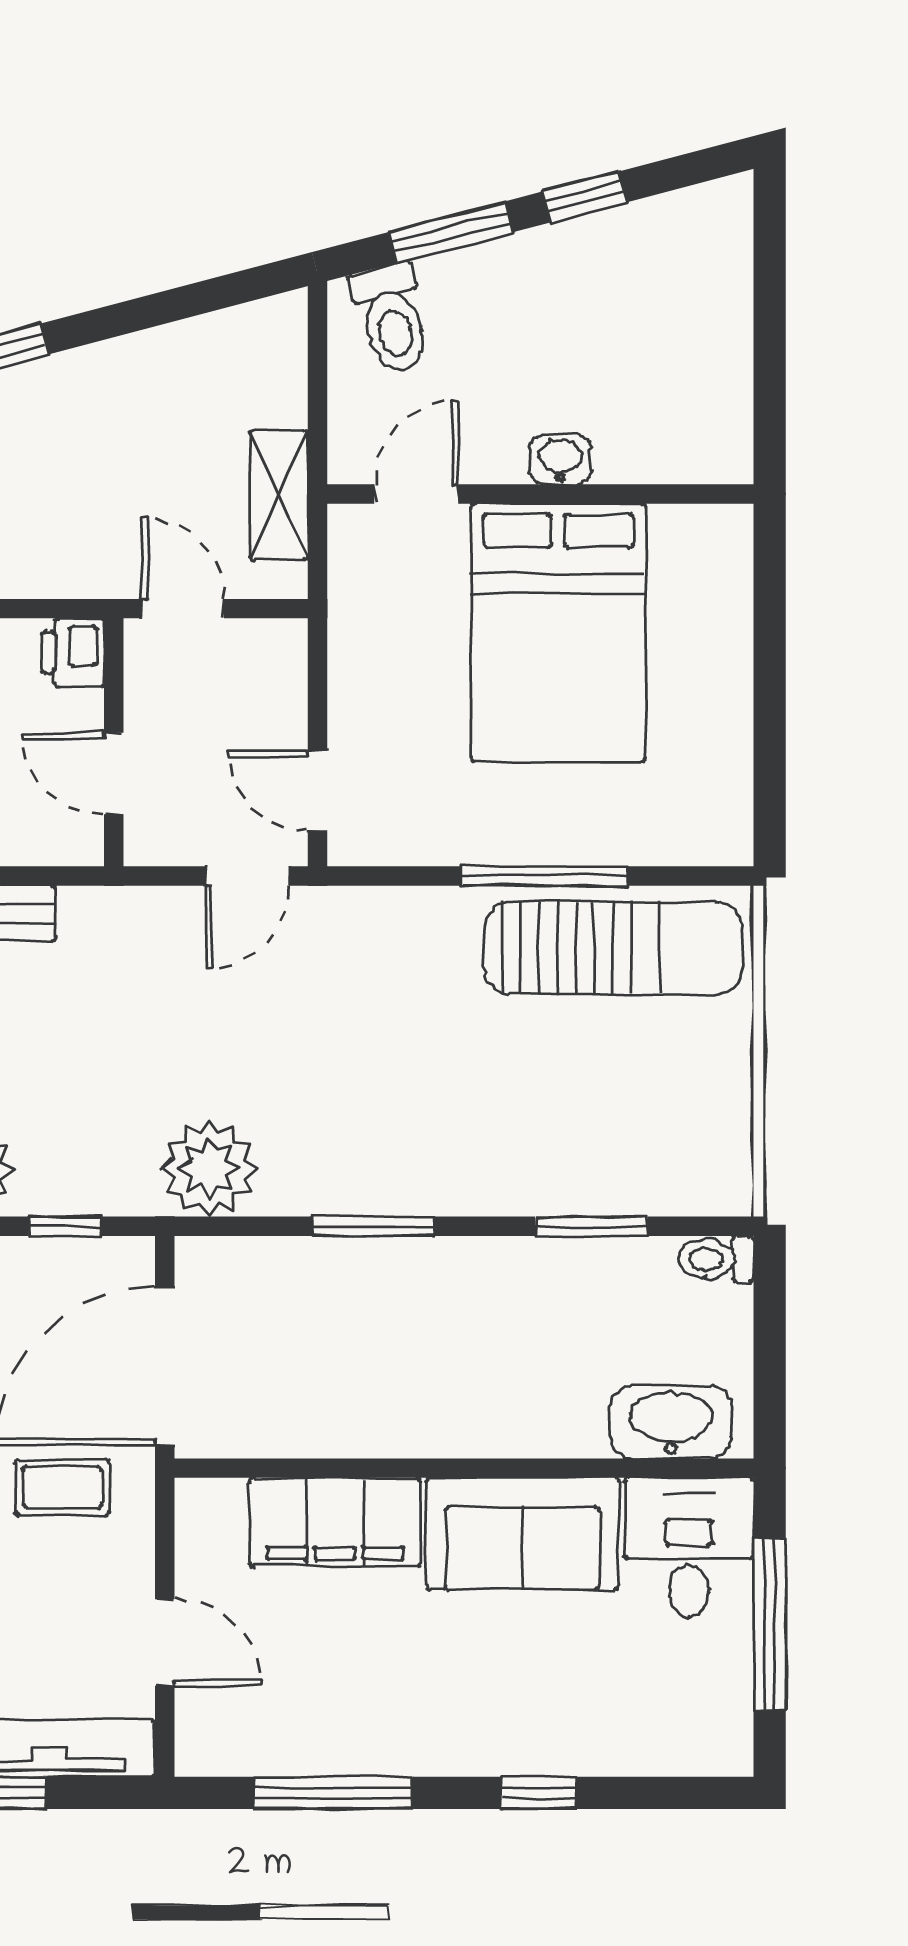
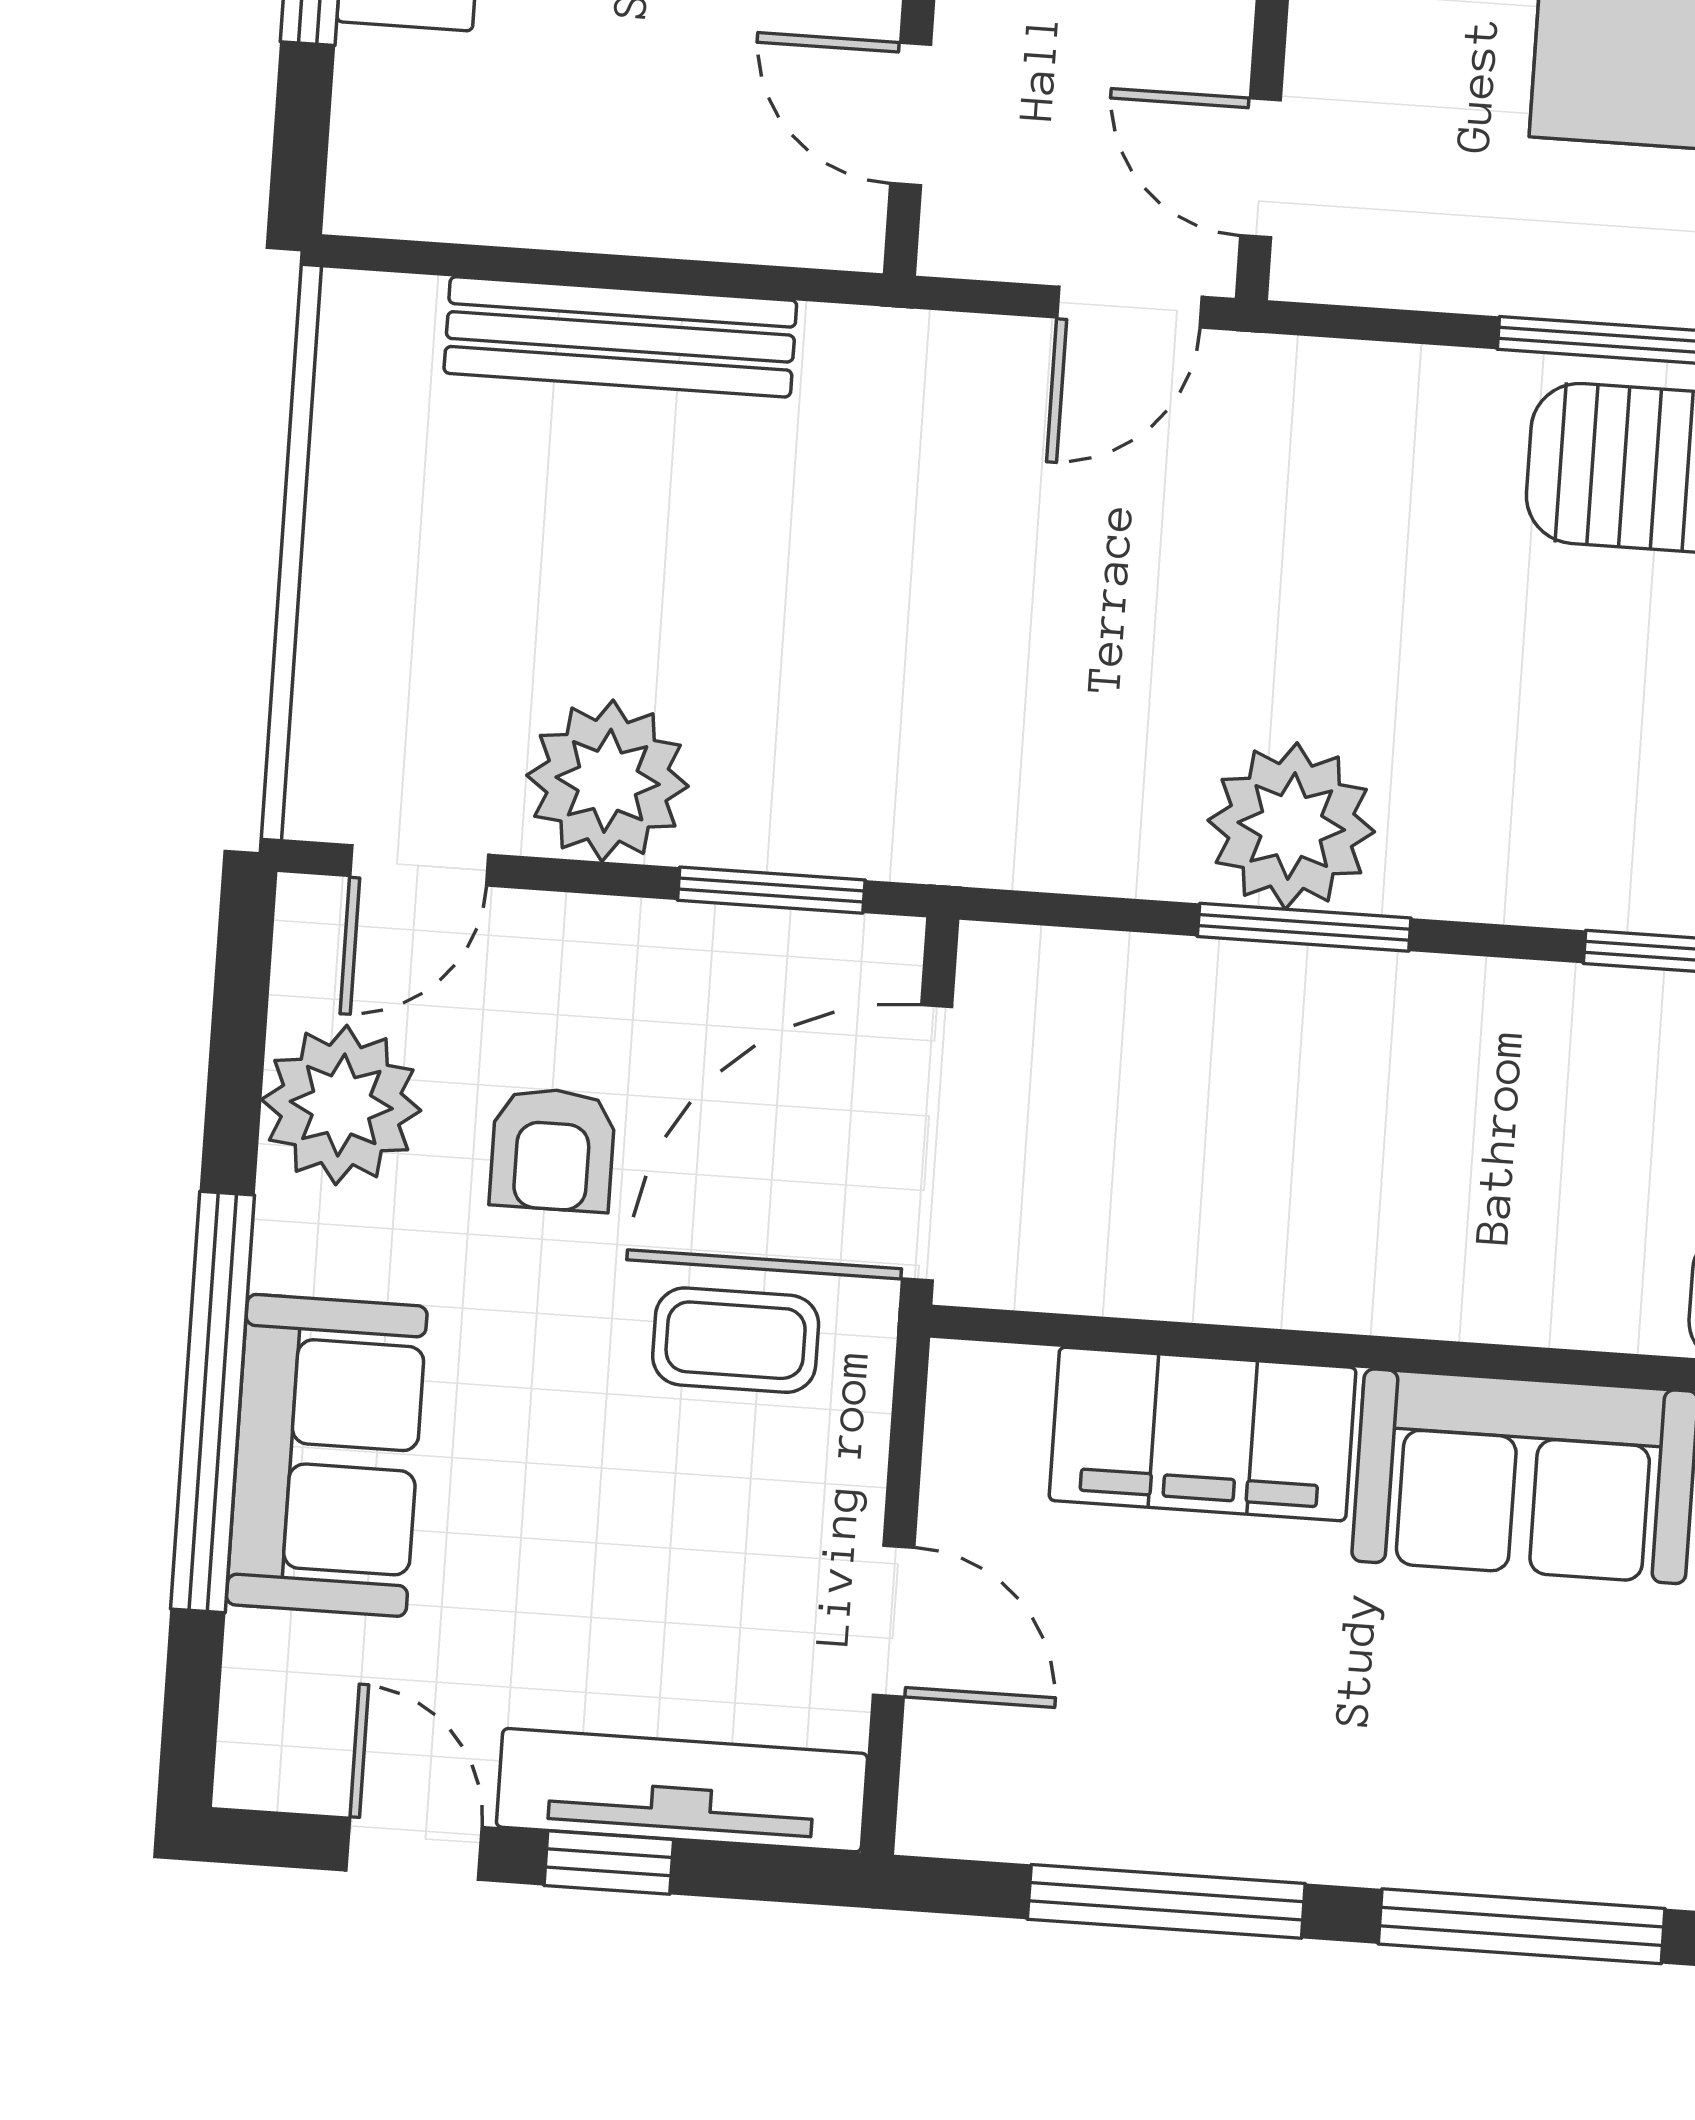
plant: (209, 1168) -> (1291, 826), moved
window: (65, 1226) -> (771, 890), width x1.50
window: (539, 1793) -> (1522, 1926), width x2.17

